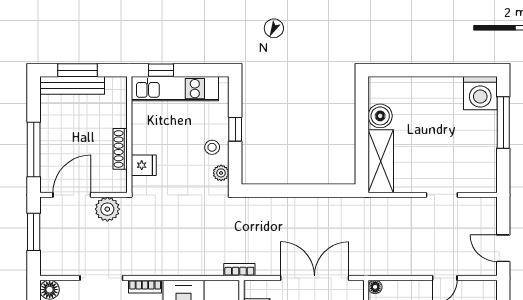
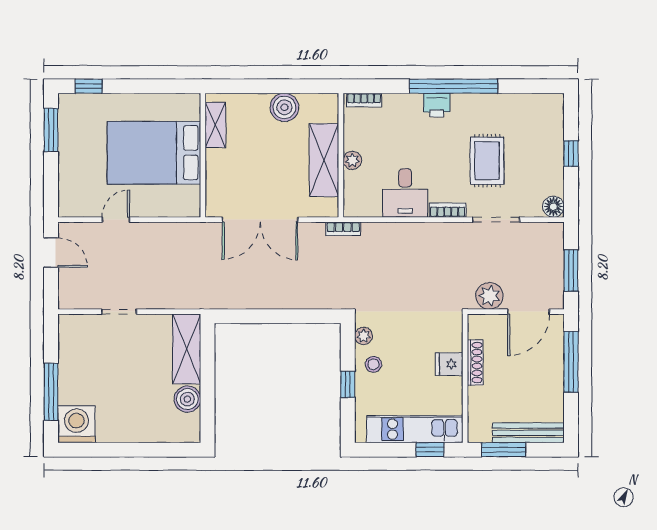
window: (77, 70) -> (504, 450), moved
fridge: (144, 165) -> (449, 364), moved
floor lamp: (375, 287) -> (193, 210), removed

